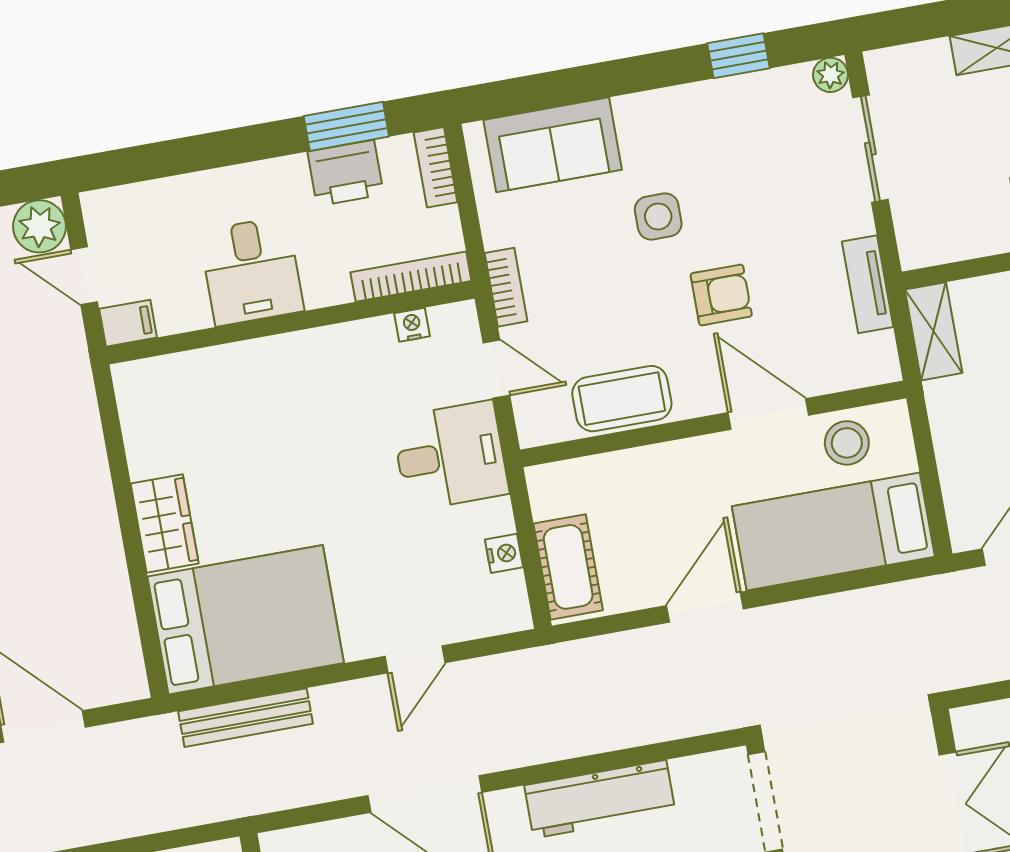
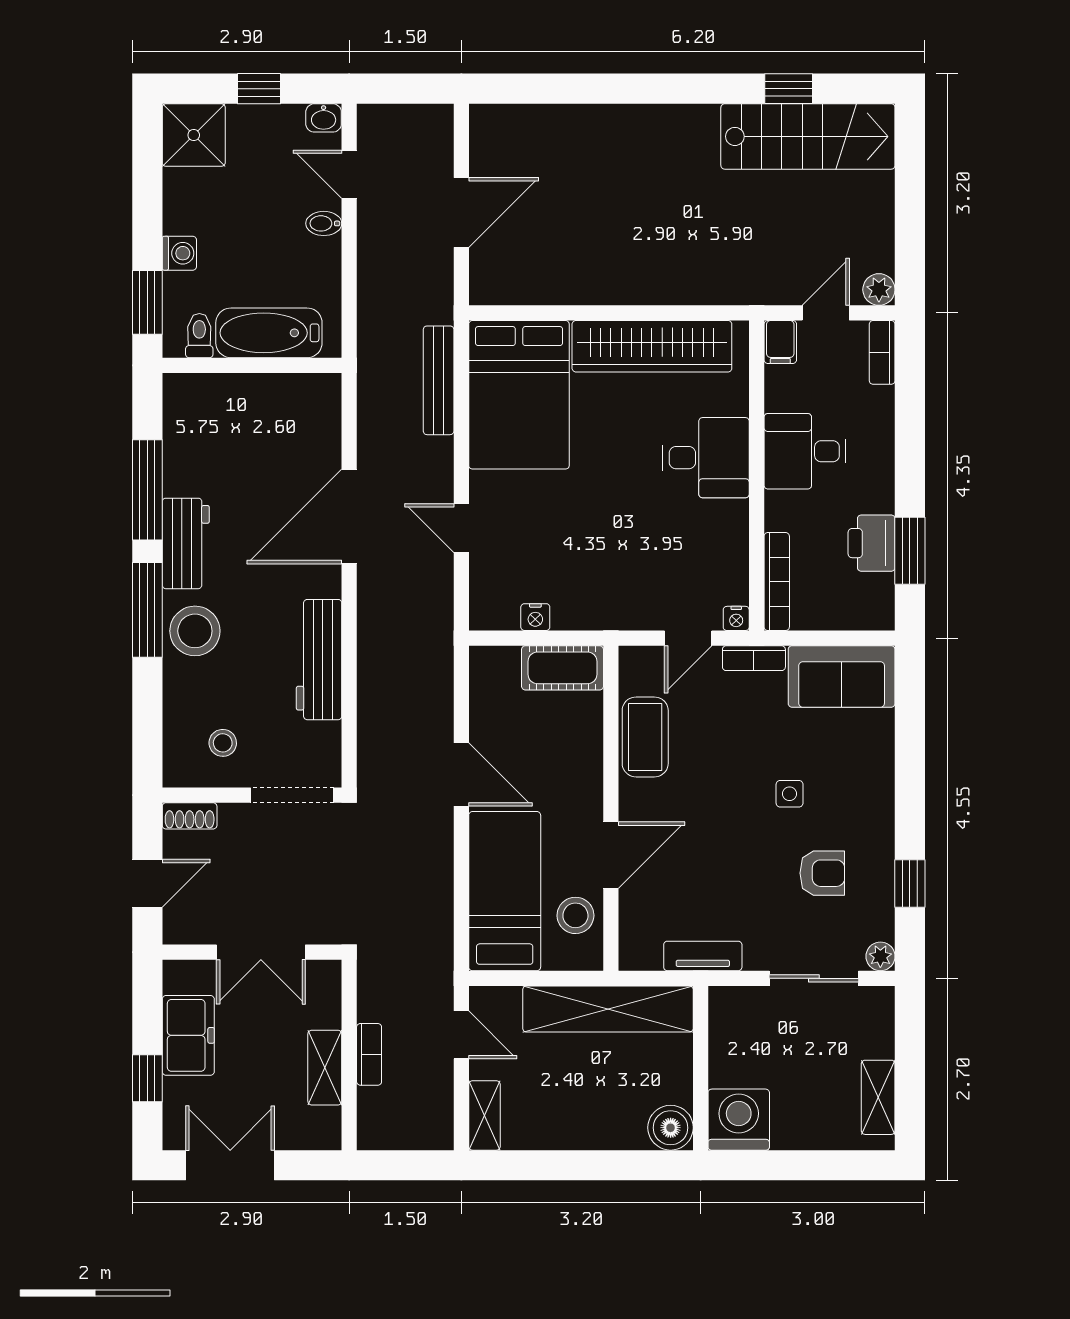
sofa: (553, 145) -> (842, 676), moved, turned -90
bookcase: (435, 167) -> (882, 352), moved, turned -90
side table: (658, 217) -> (790, 794), width x0.73, depth x0.73
plant: (39, 226) -> (879, 290), width x0.73, depth x0.73
armchair: (721, 295) -> (822, 873), moved, turned -90
nightstand: (412, 325) -> (736, 618), moved, turned 90
shelving: (934, 331) -> (608, 1009), width x2.20, depth x1.33
desk: (450, 456) -> (706, 458), moved, turned -90
wardrobe: (165, 523) -> (652, 346), width x2.10, depth x1.17
cot: (568, 567) -> (562, 668), moved

